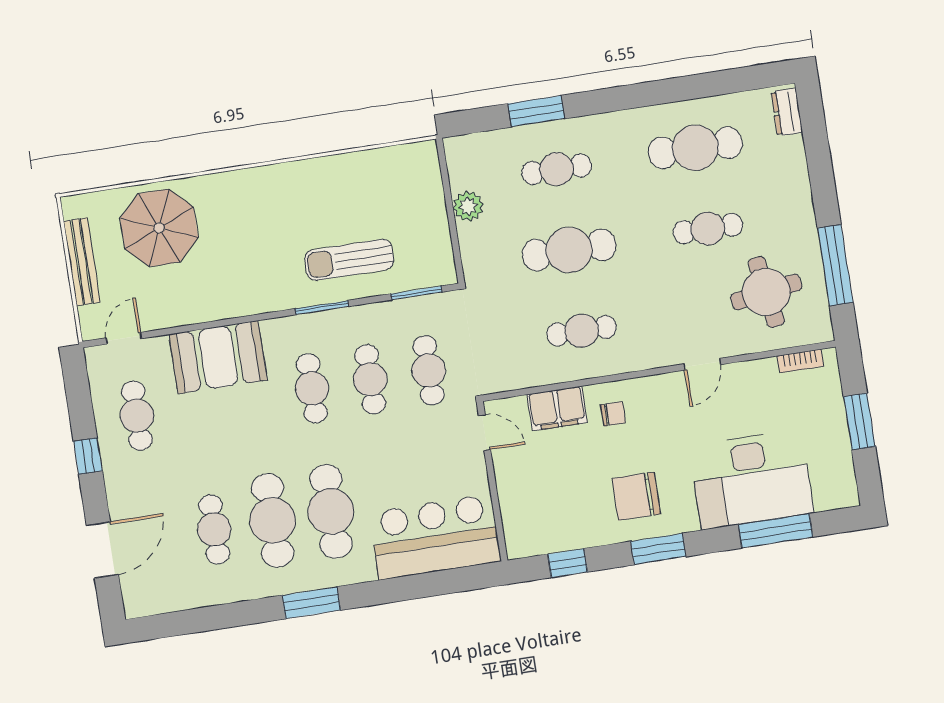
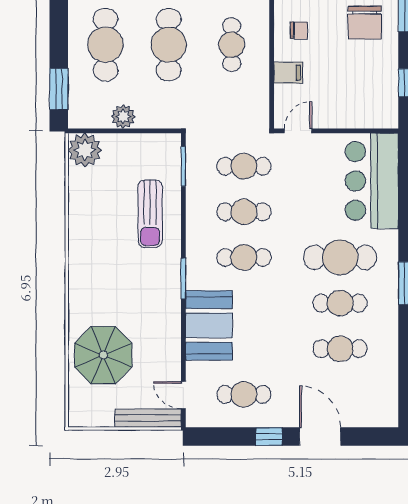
window: (536, 111) -> (59, 89), moved
plant: (418, 164) -> (85, 150), added
cafe table: (557, 169) -> (105, 45), width x1.37, depth x1.35
bench: (82, 262) -> (148, 418), moved
window: (322, 307) -> (183, 279), moved
filing cabinet: (557, 408) -> (288, 73), width x0.50
chair: (613, 414) -> (299, 30), turned 90
cafe table: (273, 520) -> (340, 303), width x0.73, depth x0.74
door: (102, 550) -> (320, 436), moved

